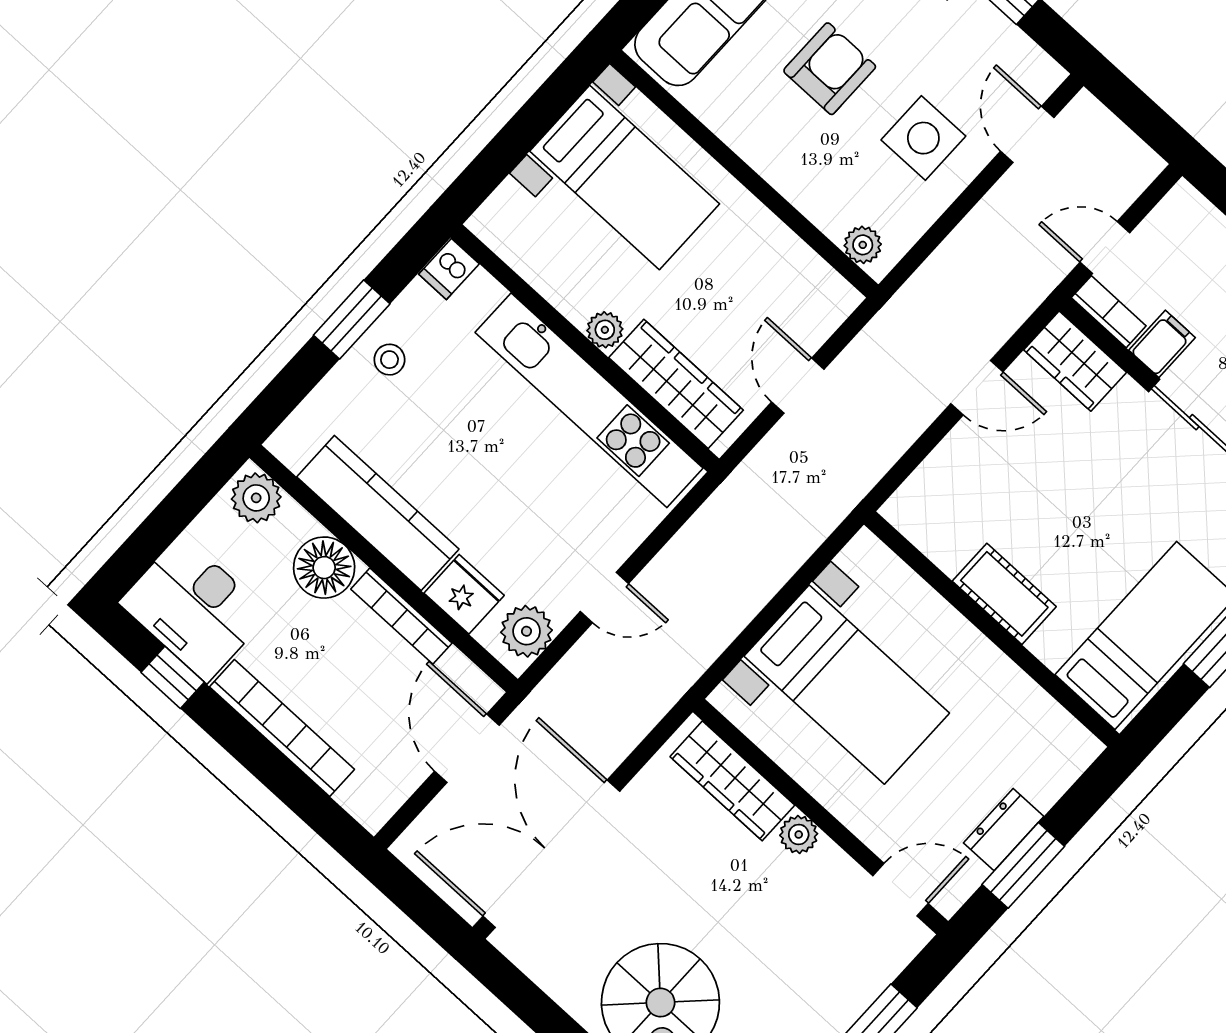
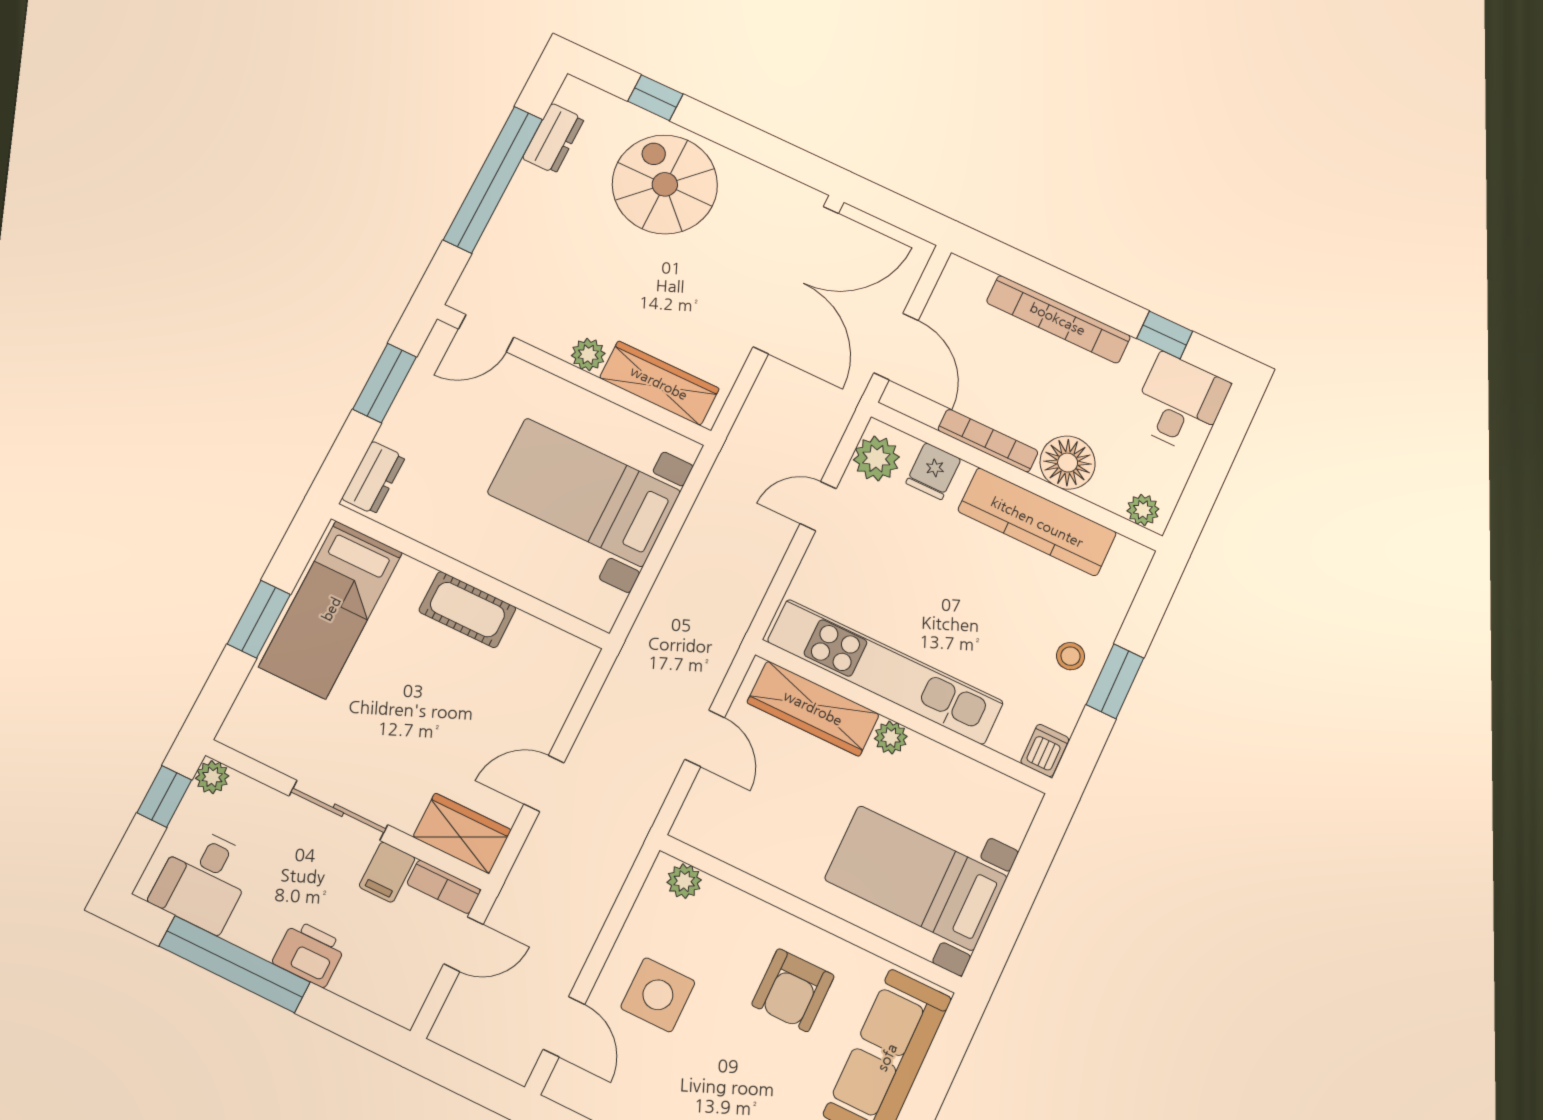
armchair: (830, 69) -> (793, 990), moved
plant: (256, 498) -> (1143, 510), width x0.73, depth x0.73
fridge: (464, 594) -> (933, 471), width x0.72
desk: (194, 608) -> (1180, 403), width x0.73
dresser: (1004, 830) -> (374, 478), moved

